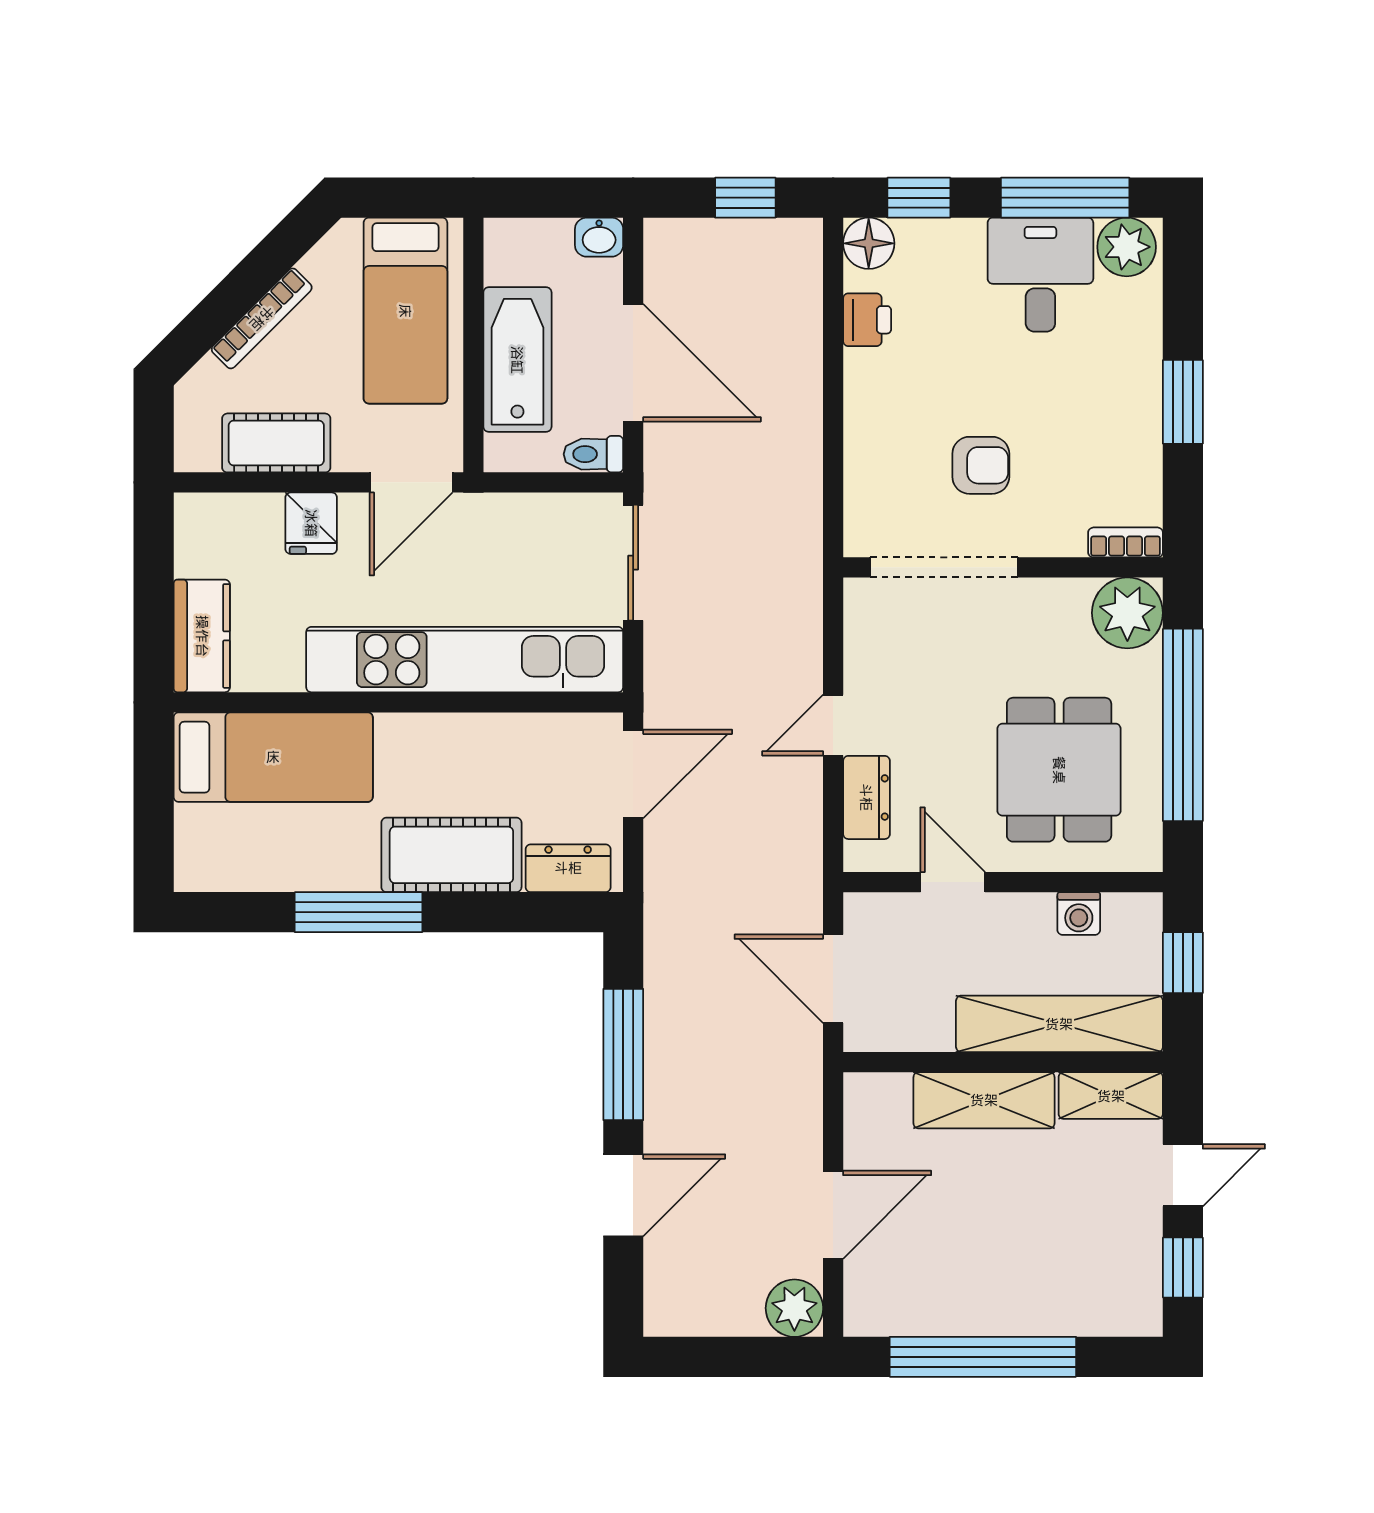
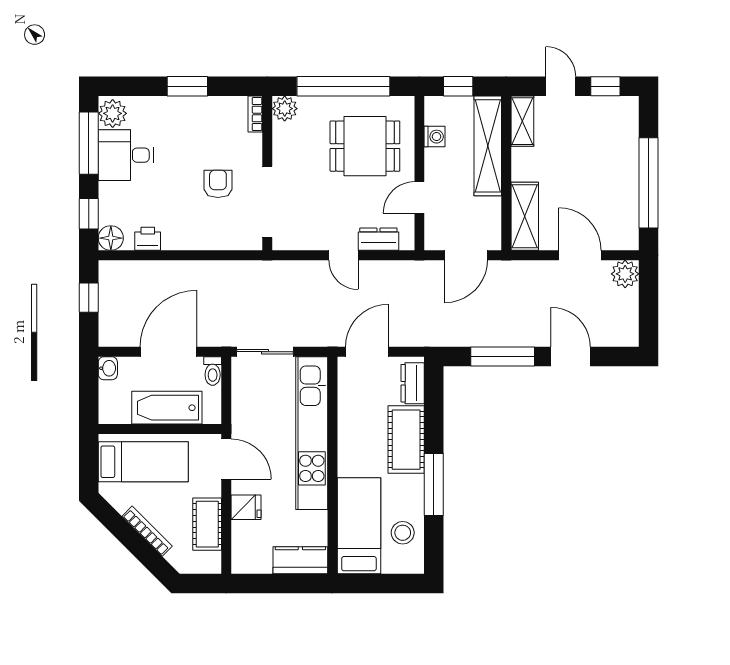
plant: (1127, 613) -> (285, 109), width x0.73, depth x0.73
door: (633, 774) -> (367, 352), hinge flipped
stool: (259, 848) -> (403, 533), added
shelving: (984, 1100) -> (525, 216), moved

